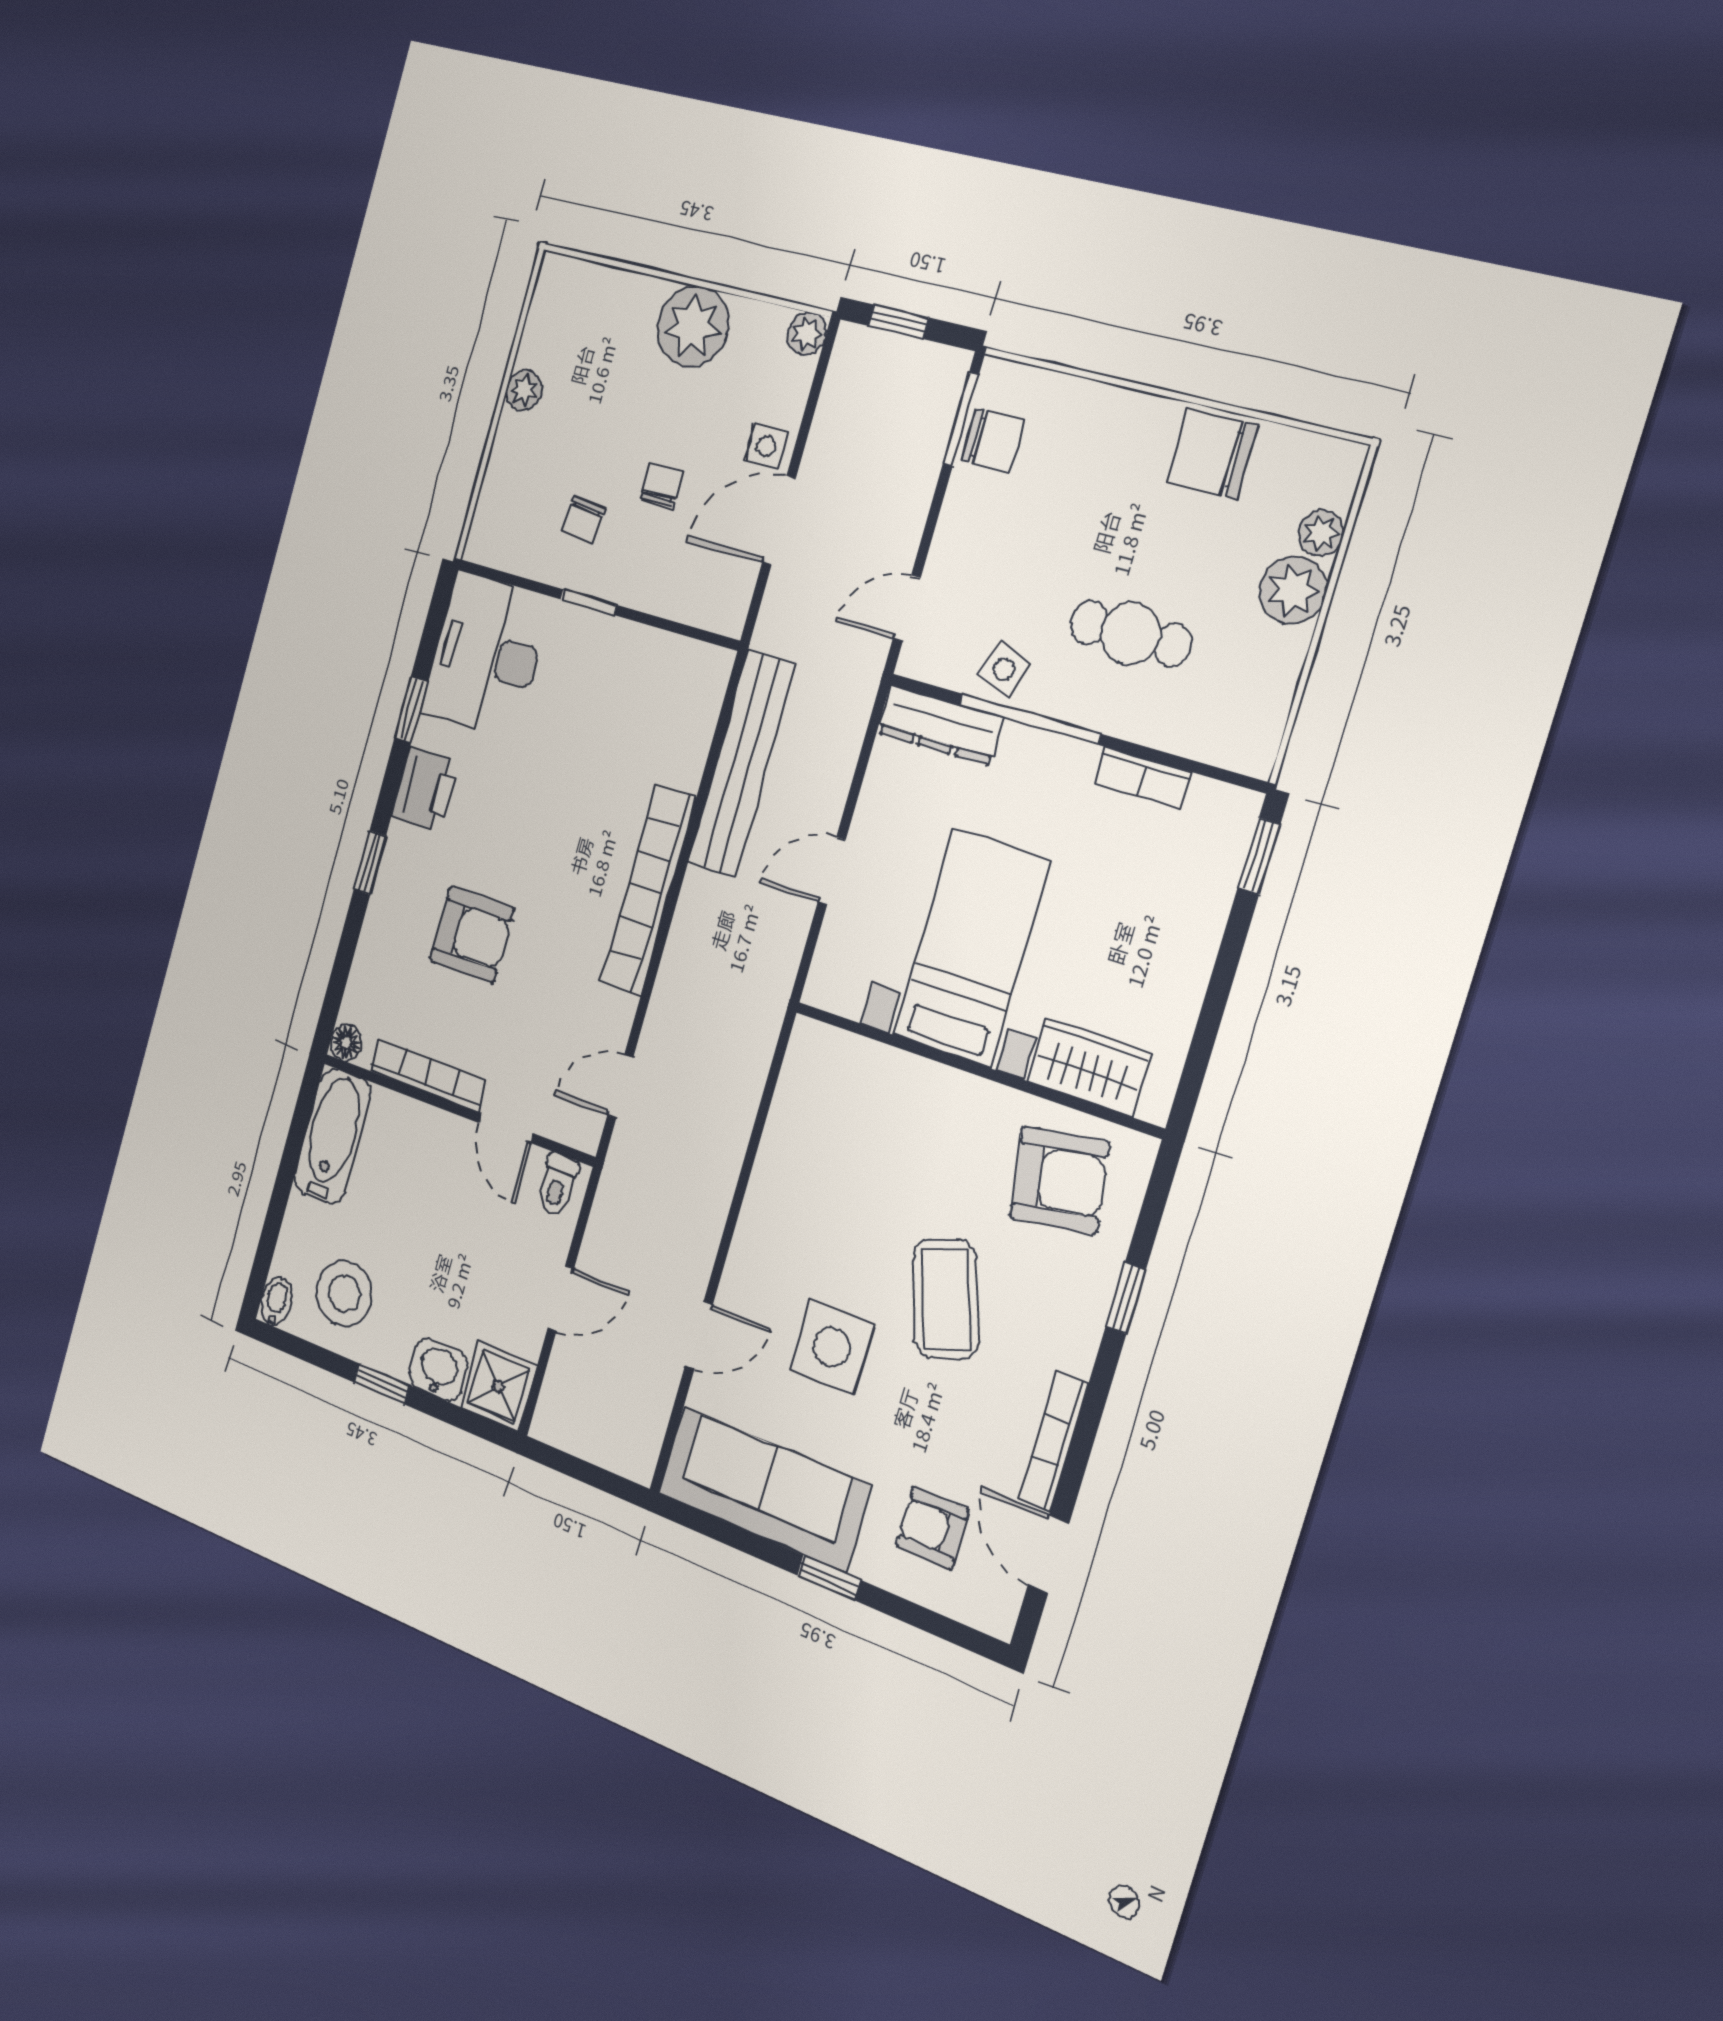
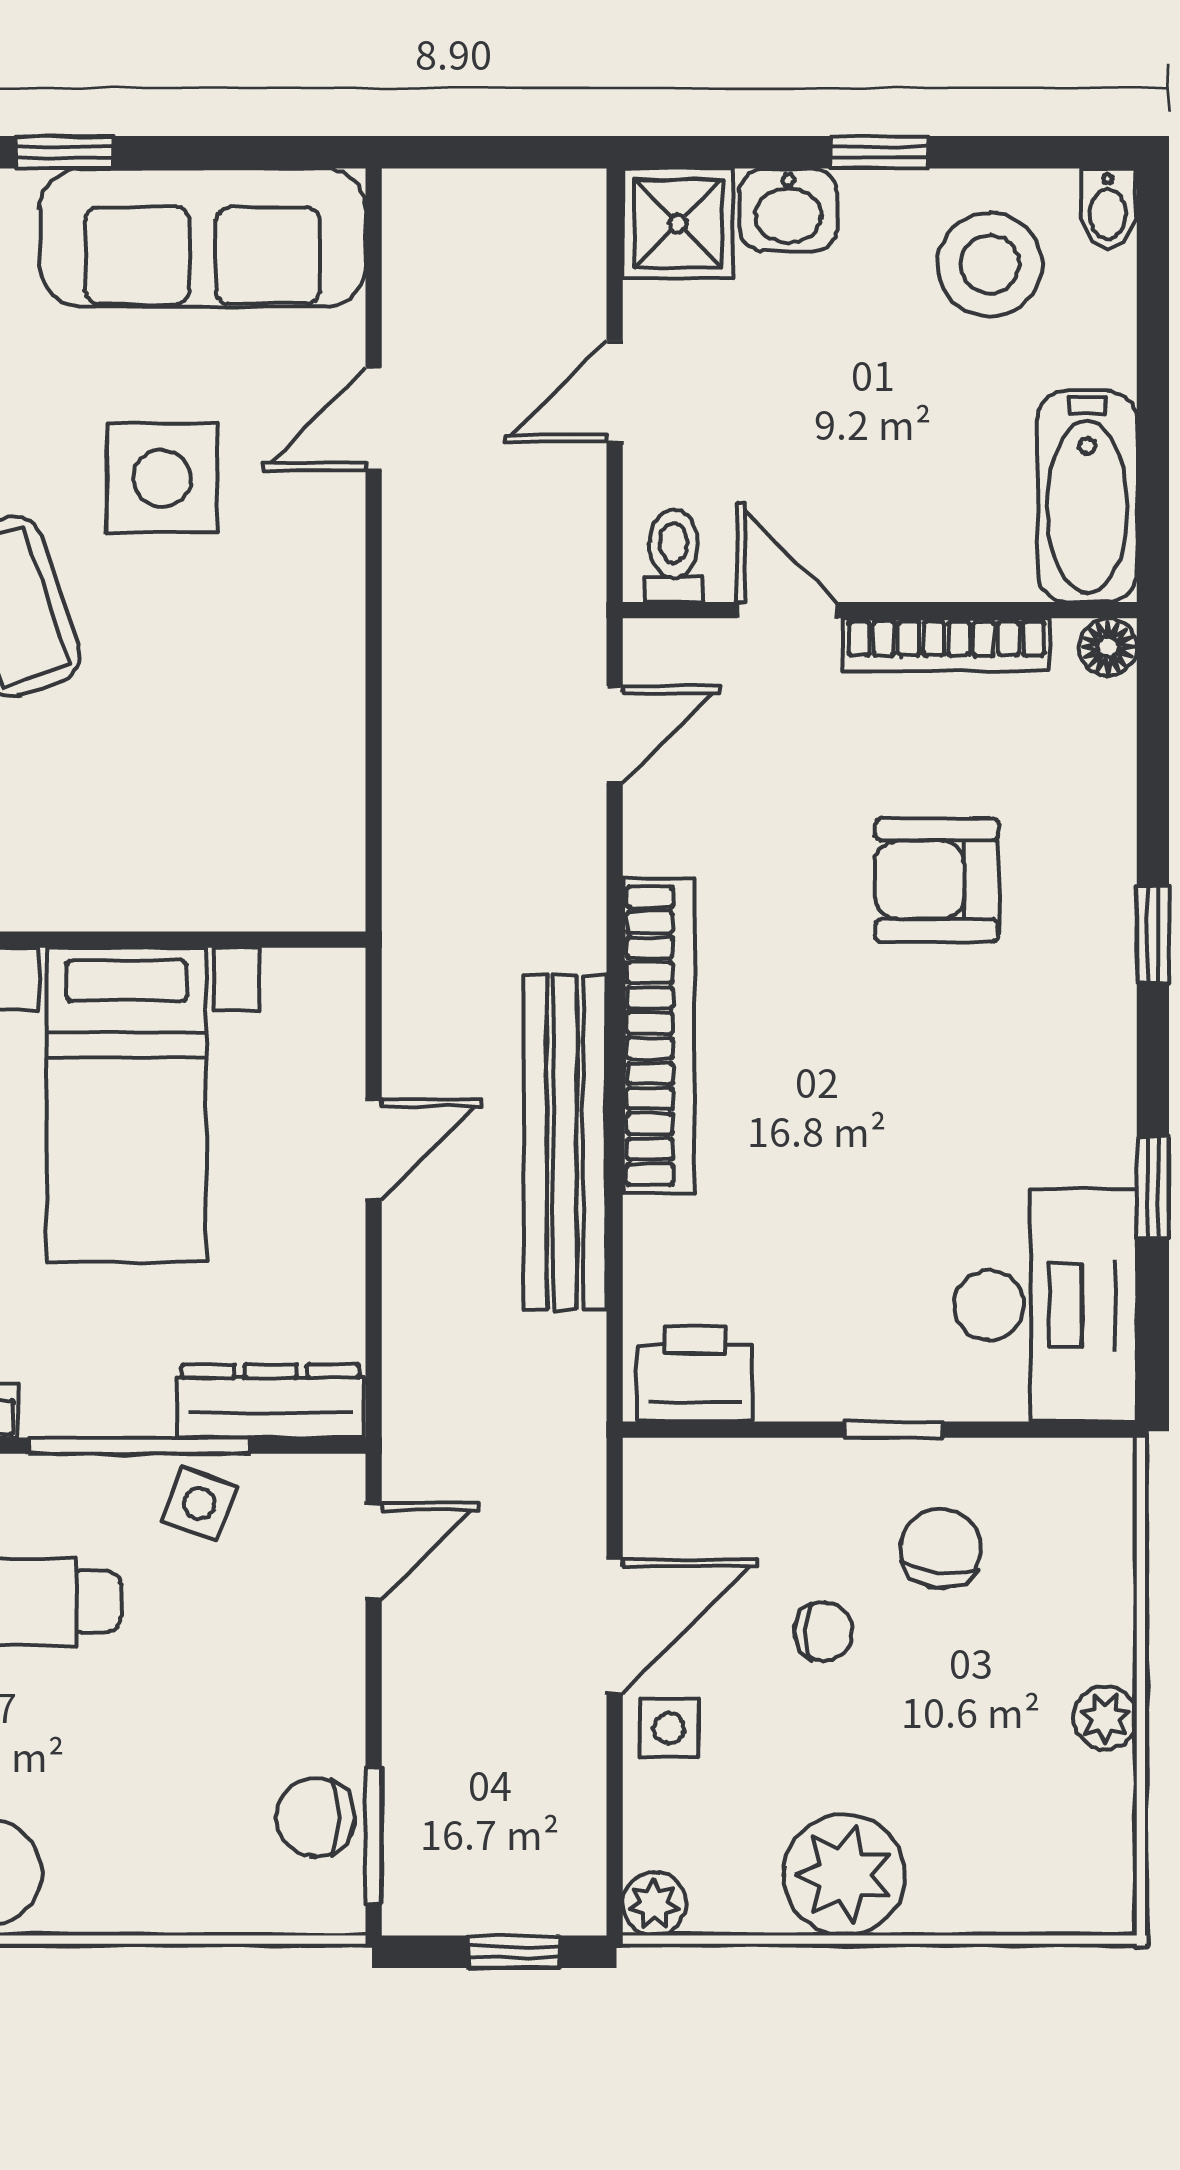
chair: (662, 485) -> (824, 1631), turned -90
chair: (583, 520) -> (941, 1548), width x1.37, depth x1.37
bench: (741, 764) -> (565, 1142), moved
printer: (425, 789) -> (695, 1374), moved, turned 90

